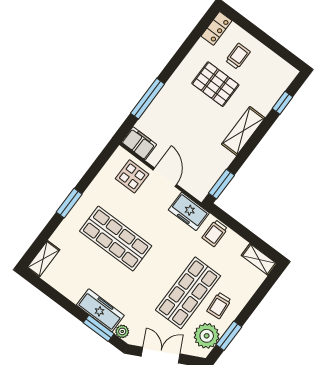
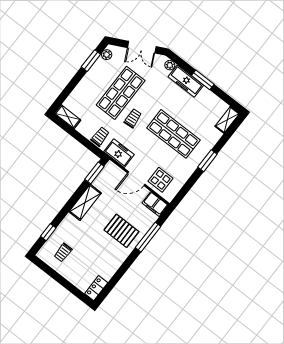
trolley: (238, 56) -> (63, 253), moved
pallet: (215, 84) -> (121, 231), moved
shelving: (243, 131) -> (85, 202), moved
door: (165, 177) -> (136, 179), hinge flipped
trolley: (219, 306) -> (133, 118), moved
window: (99, 328) -> (203, 80), moved
plant: (207, 336) -> (107, 55), width x0.53, depth x0.53

